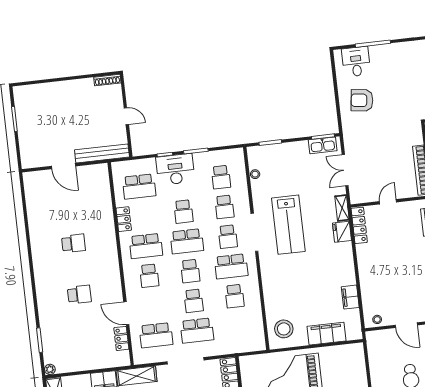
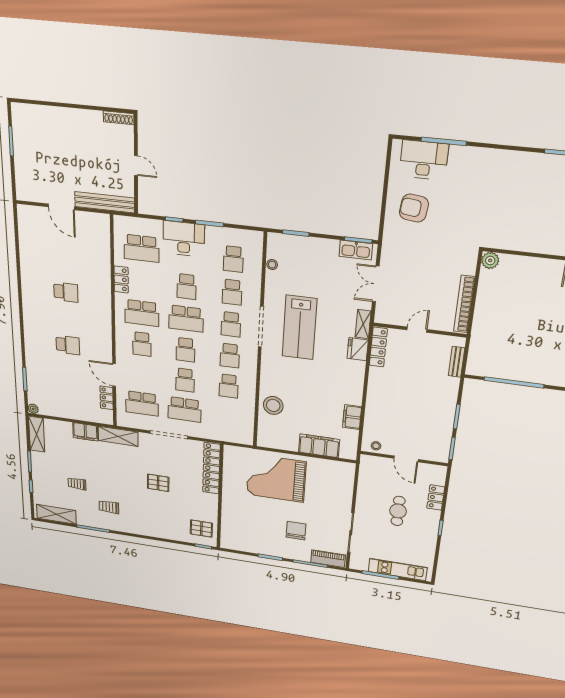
desk: (356, 62) -> (424, 160), width x1.37
school desk: (231, 266) -> (230, 356), width x0.54
stool: (284, 329) -> (273, 405), moved

